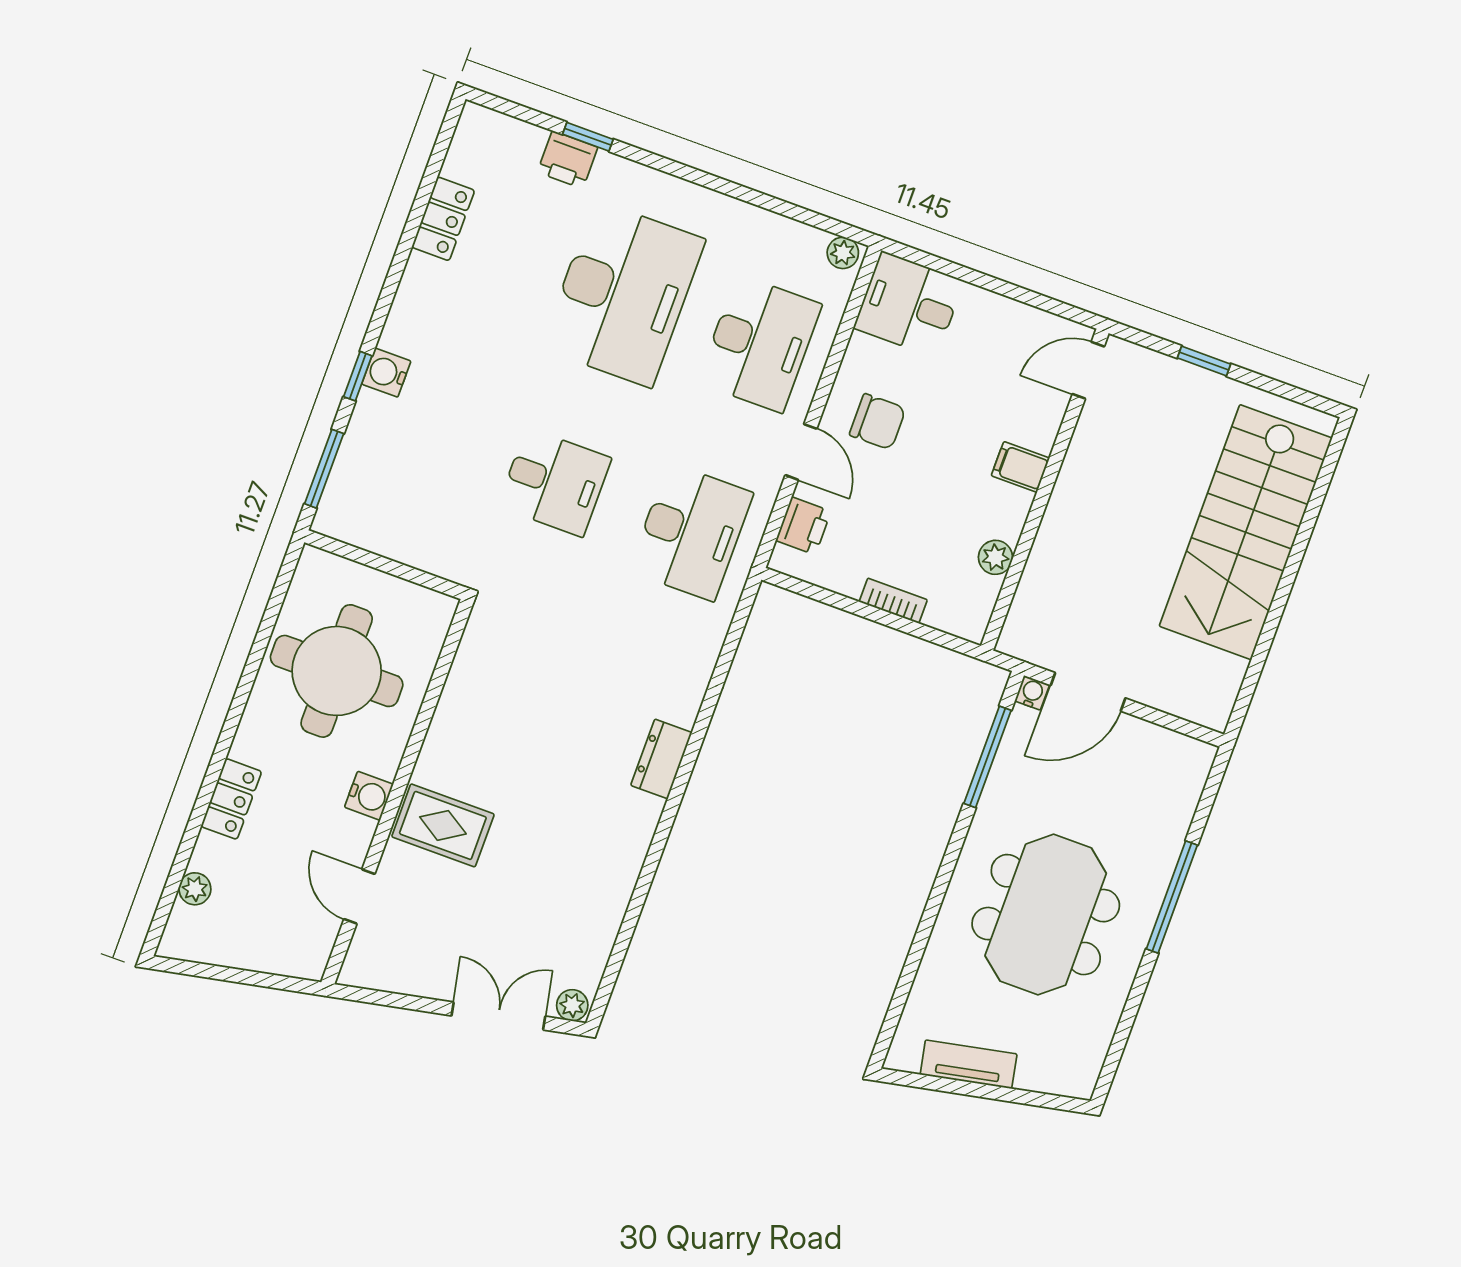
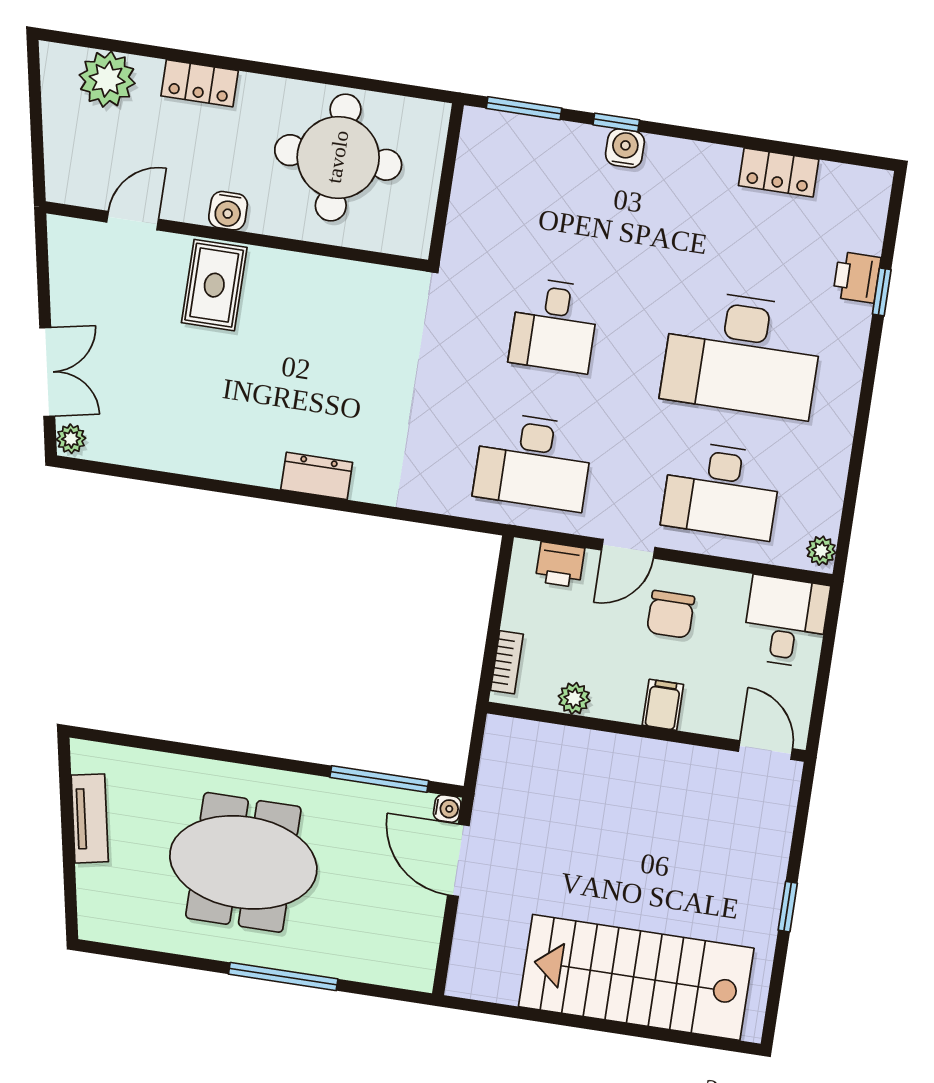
door: (1088, 370) -> (765, 750), moved
filing cabinet: (1020, 467) -> (663, 705), moved
wall: (1045, 490) -> (646, 732), moved
plant: (995, 557) -> (574, 698), moved
plant: (195, 889) -> (107, 79), width x1.87, depth x1.87

